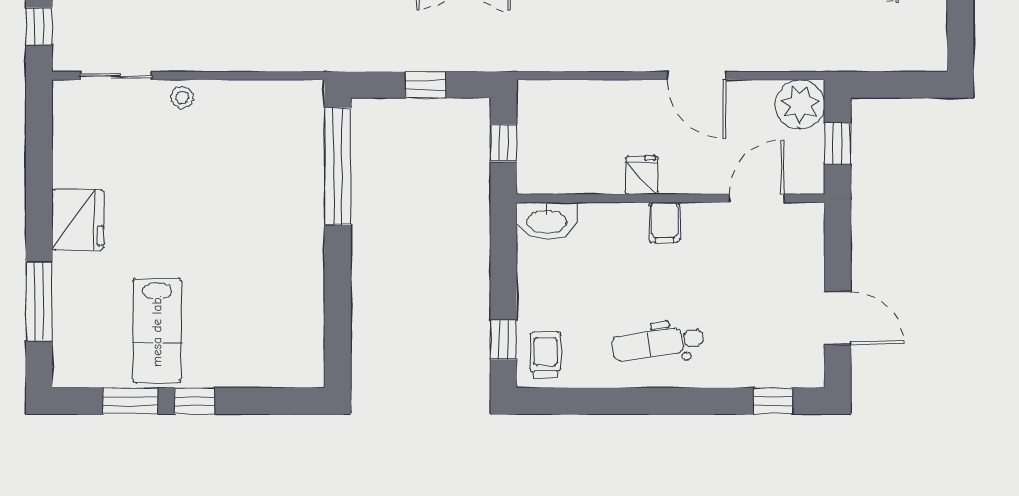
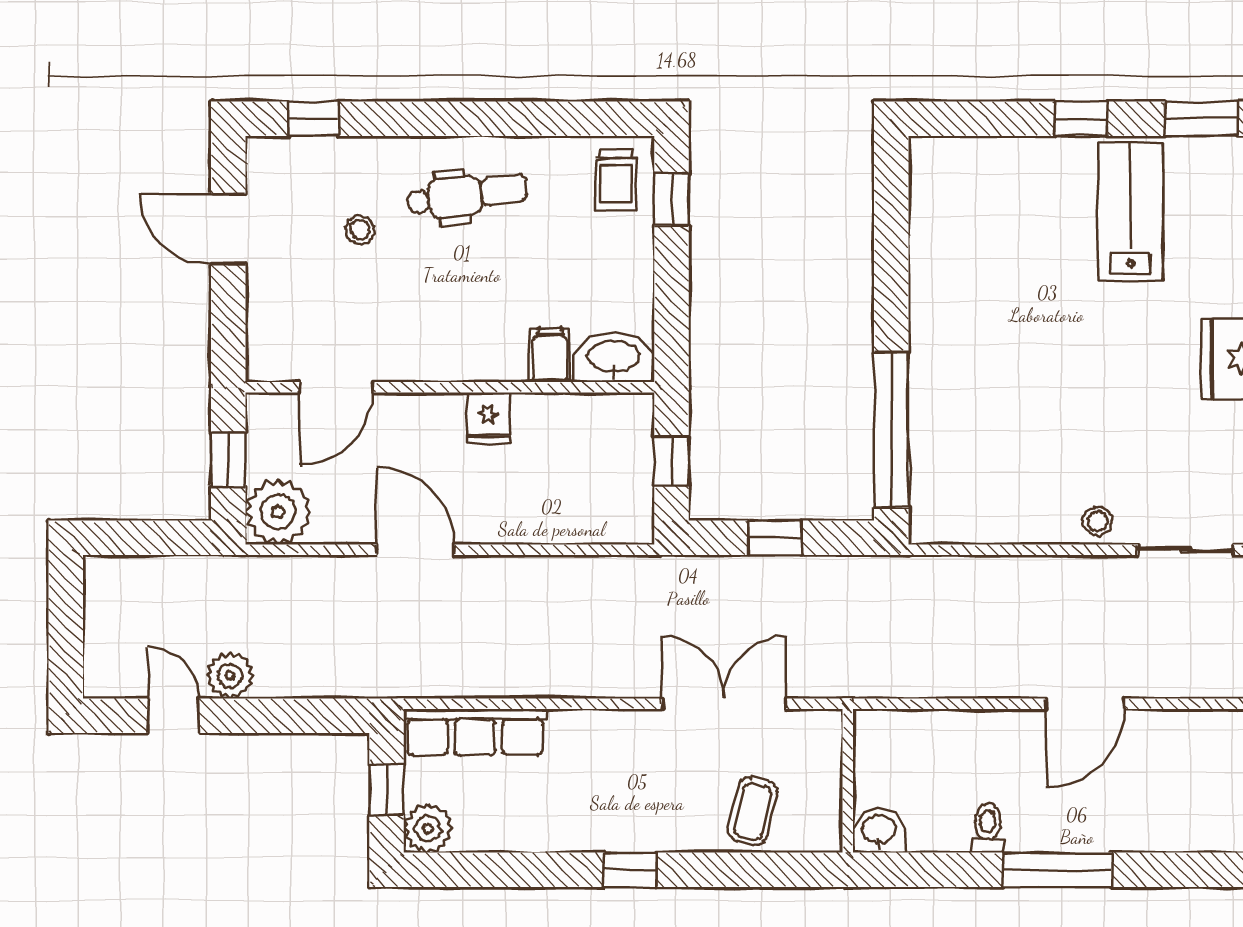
filing cabinet: (664, 223) -> (550, 355), moved
stool: (738, 317) -> (360, 230), added
window: (130, 401) -> (1201, 119), moved

